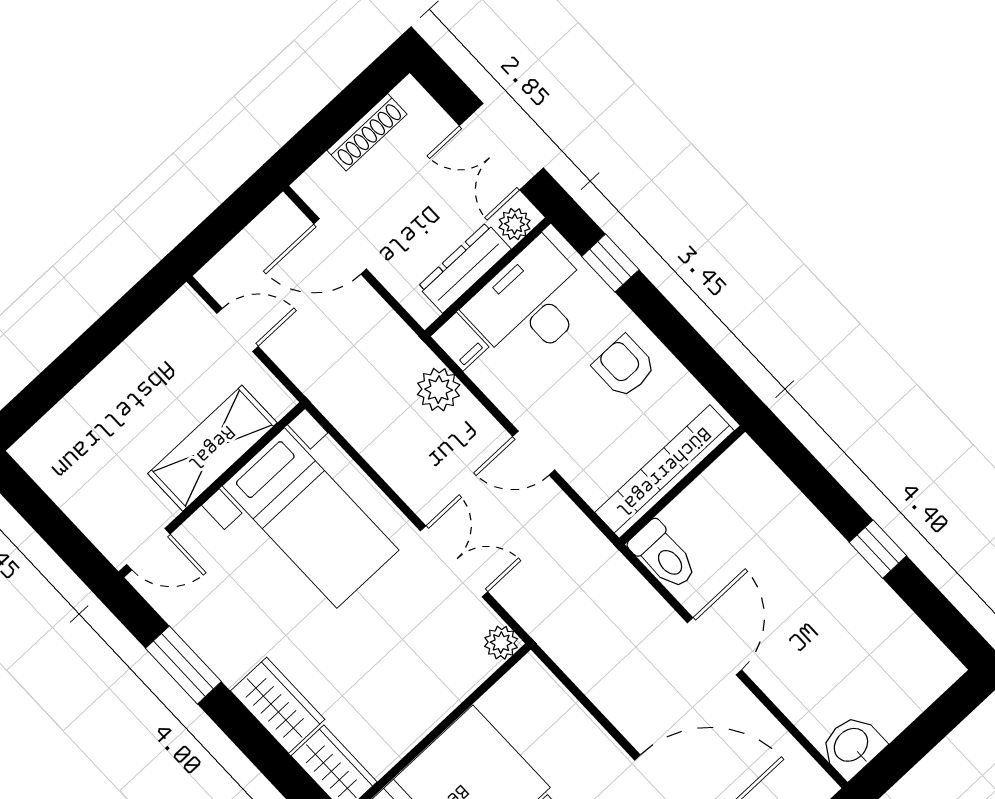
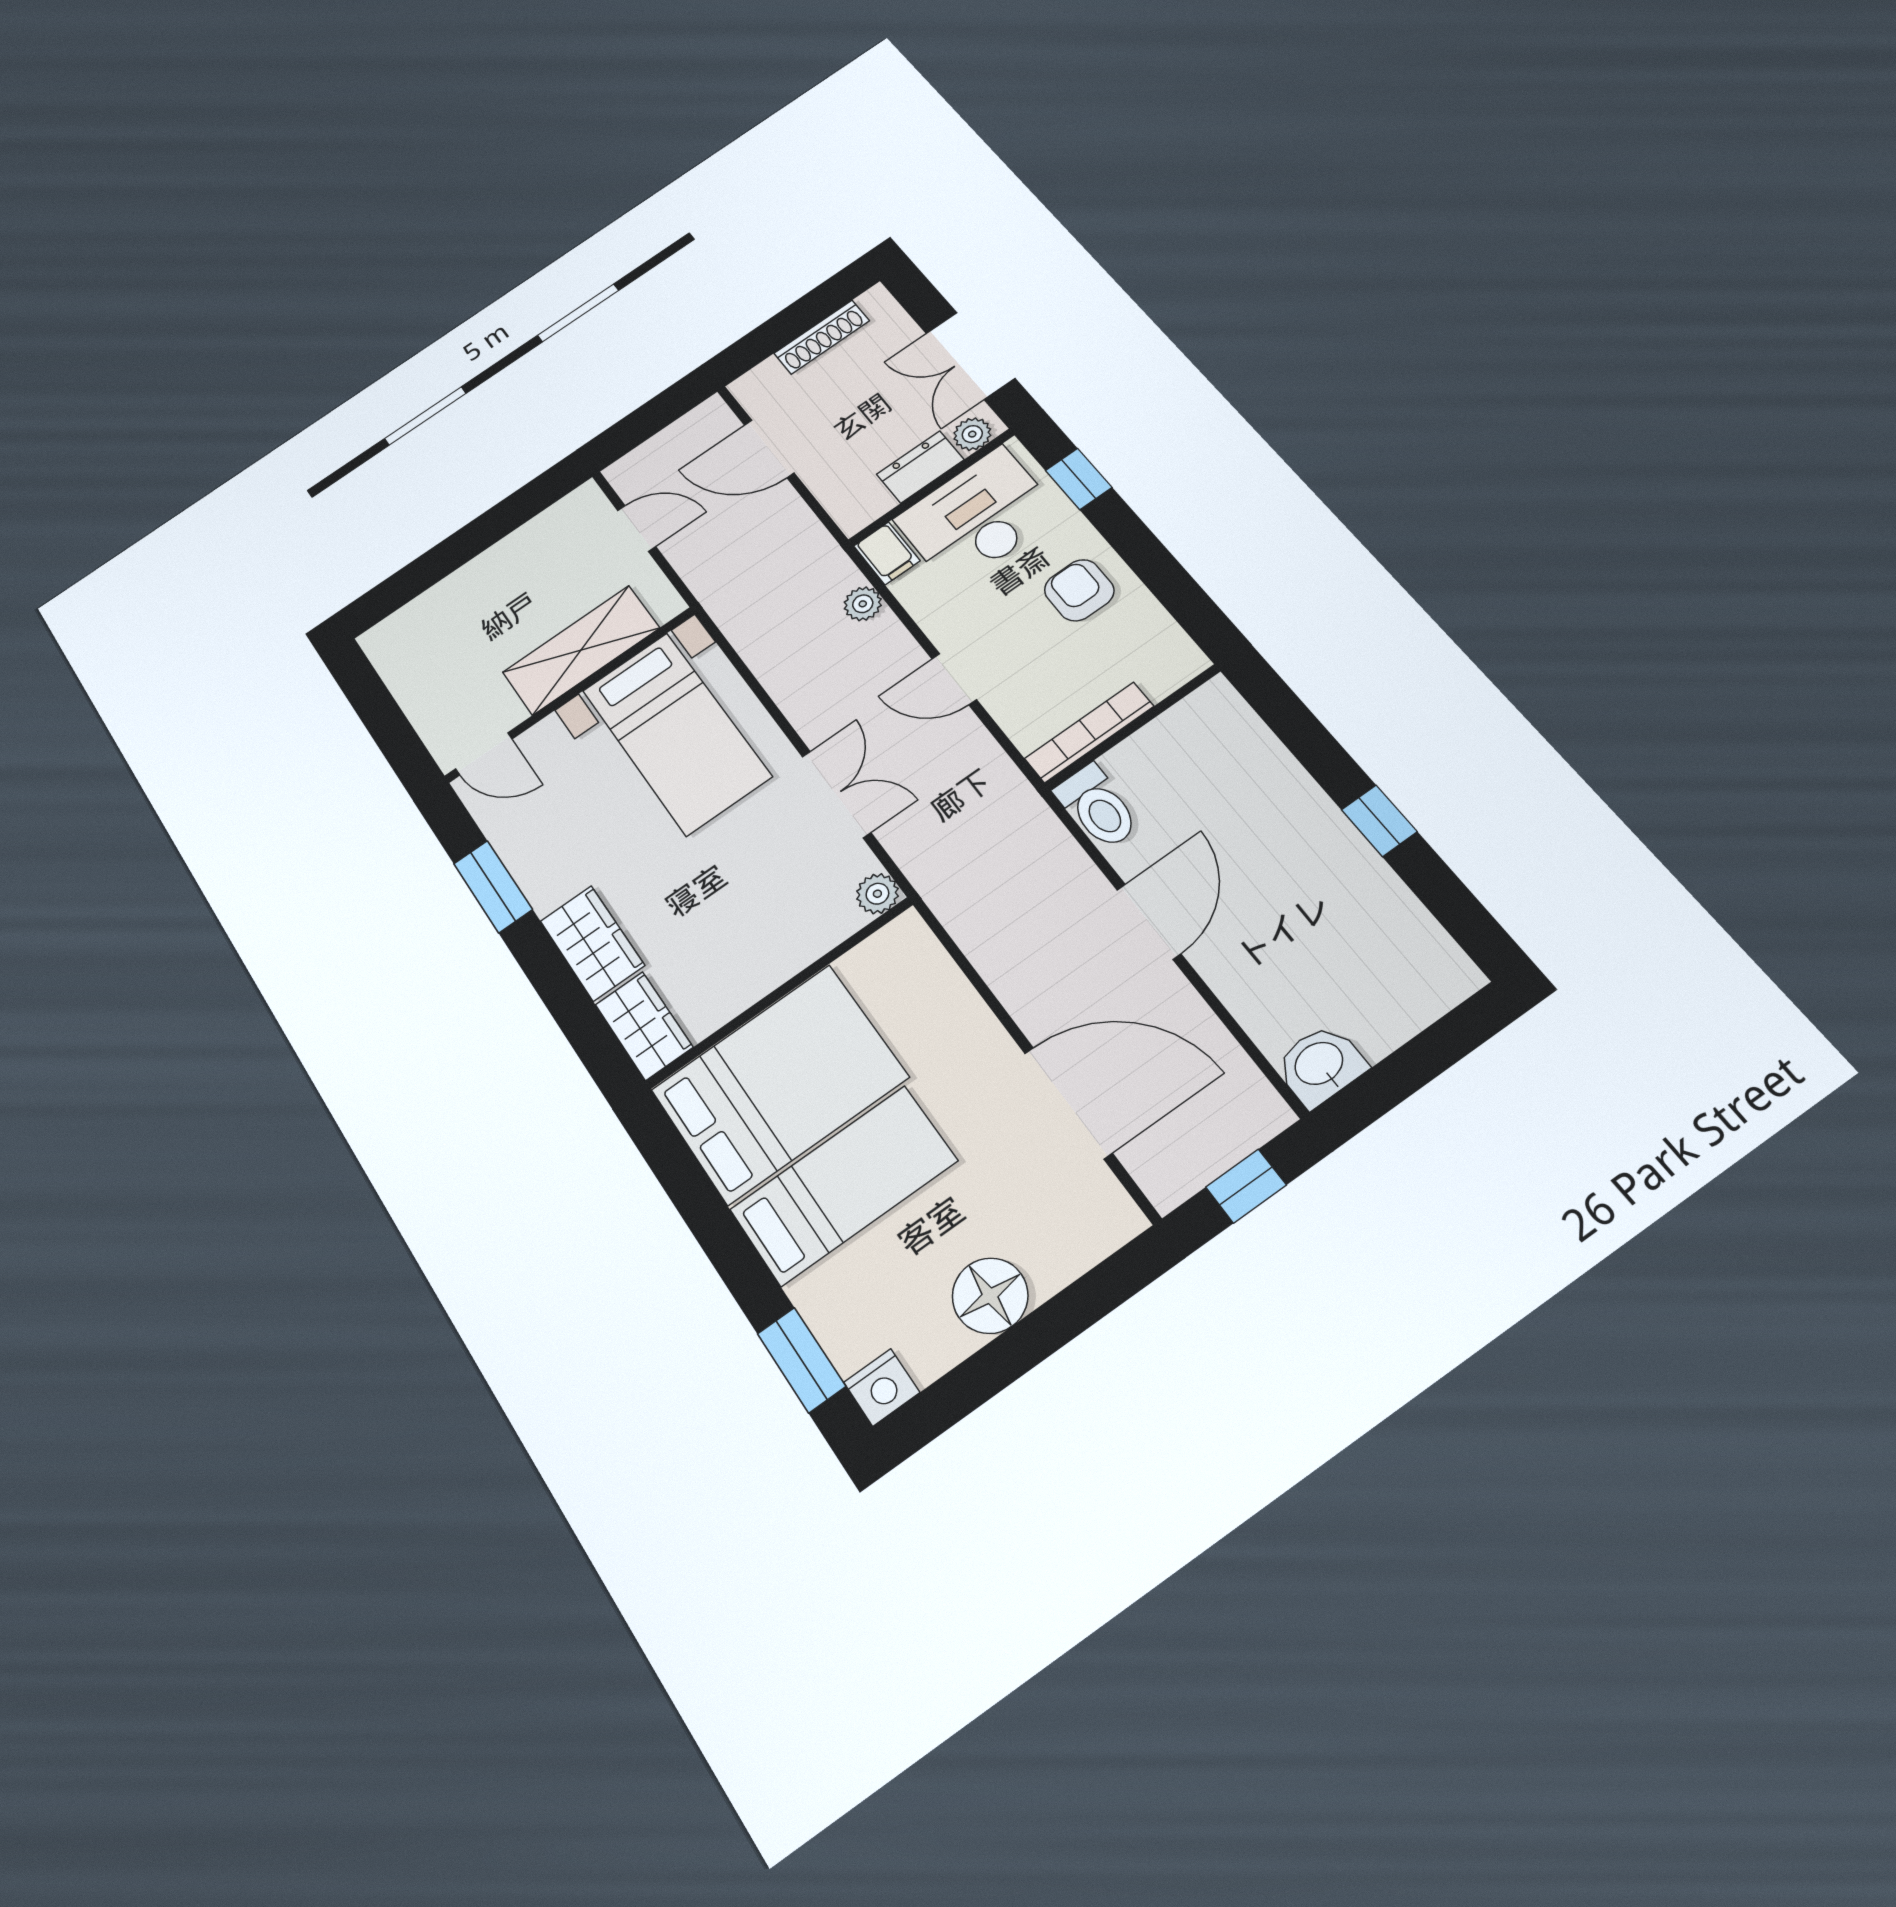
dresser: (464, 268) -> (920, 467), width x0.70
plant: (439, 390) -> (863, 604), width x0.73, depth x0.73
bookcase: (664, 472) -> (1089, 732), width x0.68, depth x0.76

